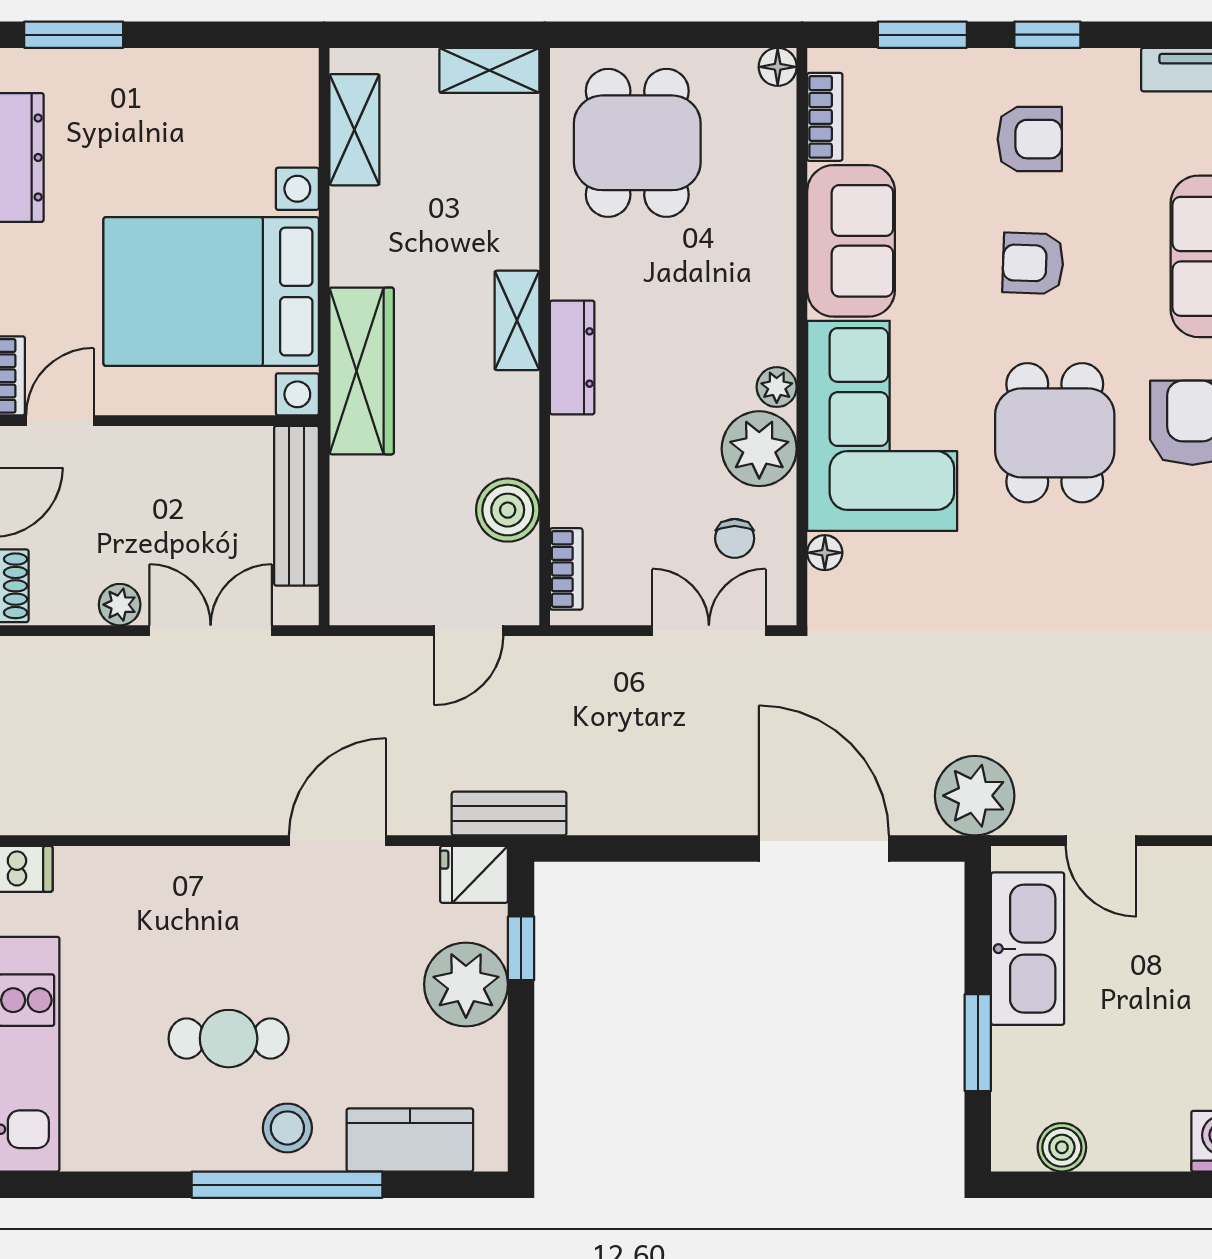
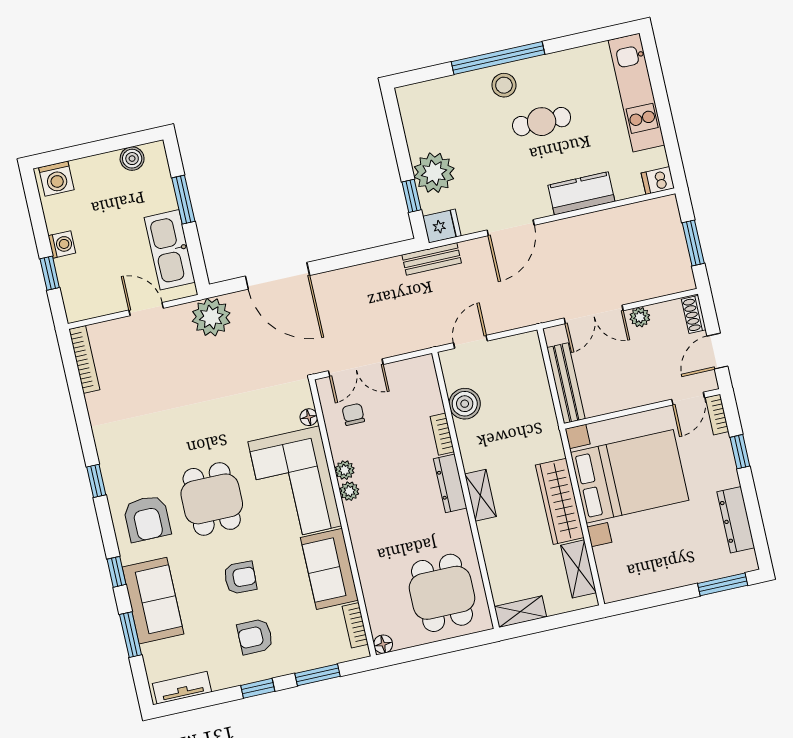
wardrobe: (362, 371) -> (560, 501), moved
plant: (759, 449) -> (345, 470), width x0.53, depth x0.53
bookcase: (566, 569) -> (442, 434), moved
kitchen counter: (410, 1140) -> (581, 193), moved, turned 180

